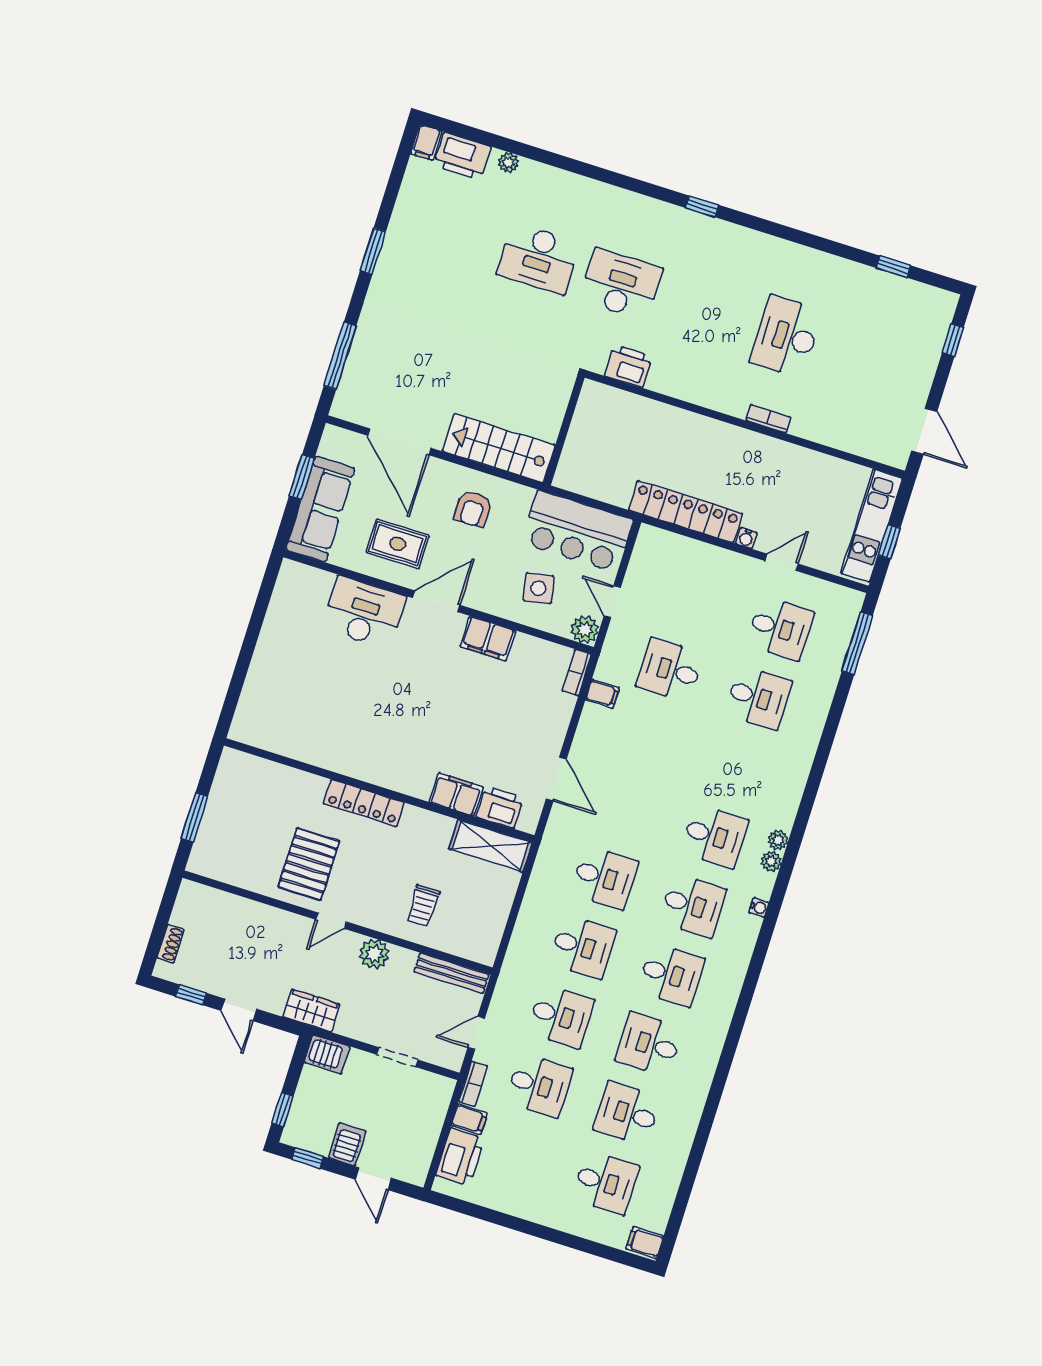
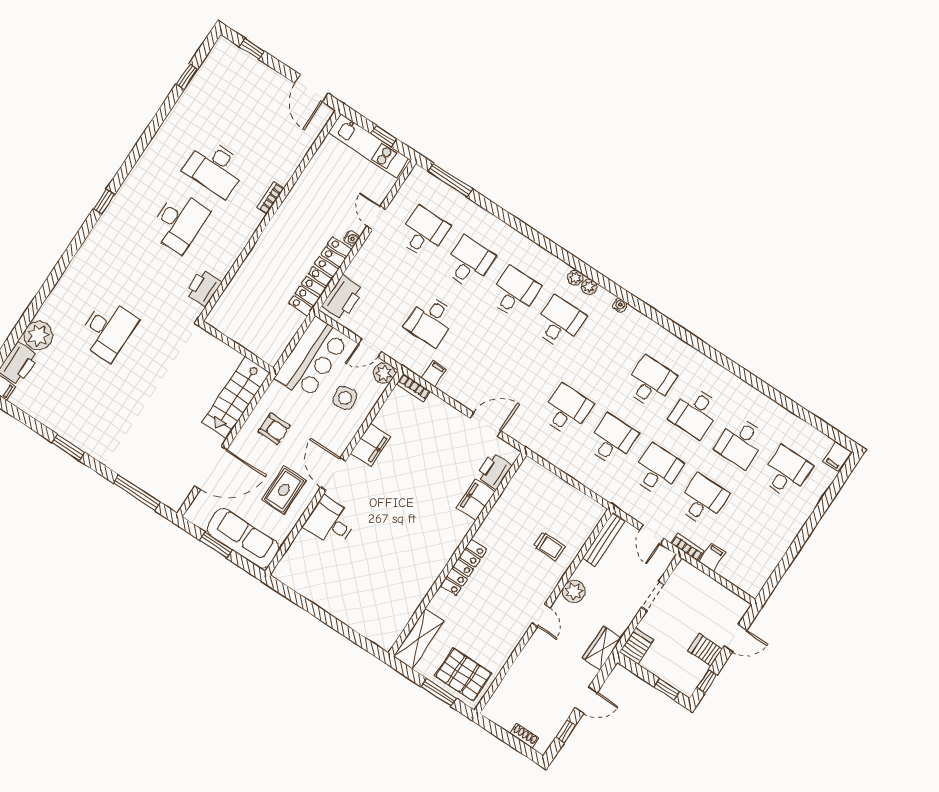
plant: (508, 163) -> (38, 336), width x1.88, depth x1.88
desk: (621, 284) -> (179, 222), moved, turned 180
door: (924, 431) -> (311, 88), swing flipped
desk: (364, 612) -> (330, 522), width x0.73
shelving: (491, 846) -> (419, 639), moved
pallet: (309, 864) -> (463, 675), moved
desk: (693, 906) -> (514, 292), moved
printer: (460, 1157) -> (343, 298), moved, turned 90

